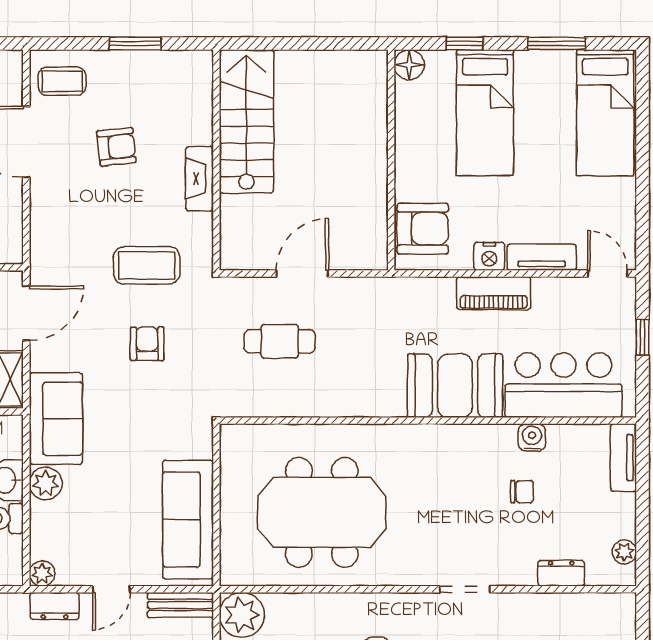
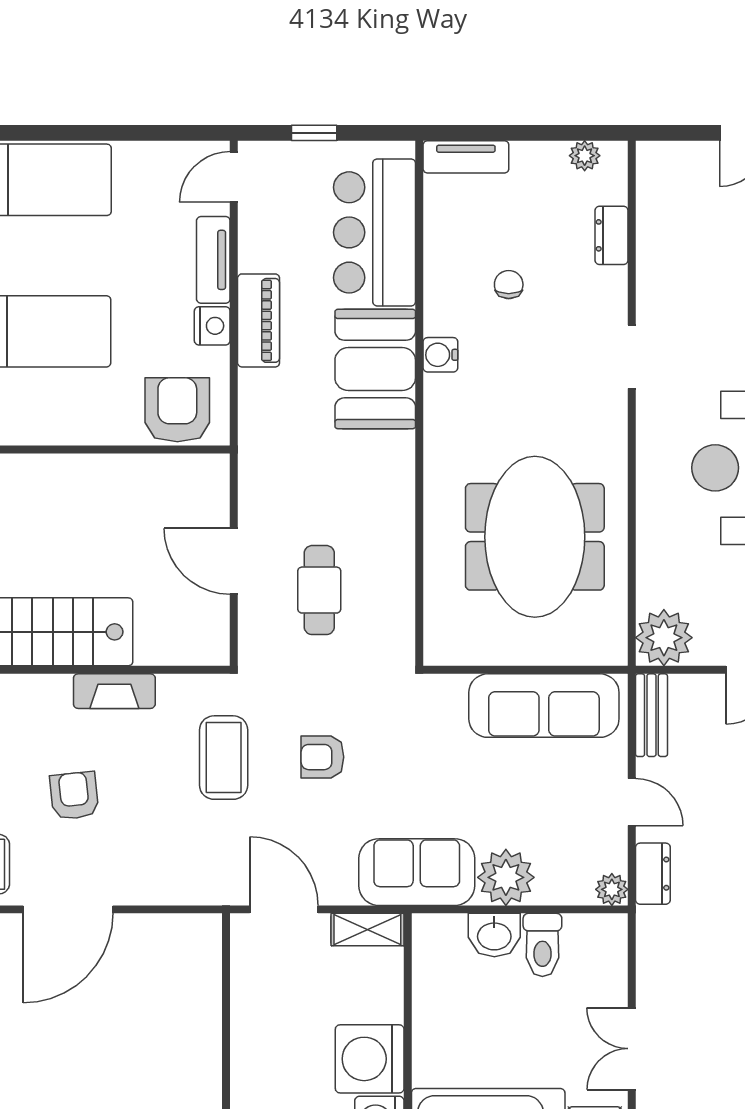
water cooler: (532, 437) -> (440, 355), moved
plant: (46, 483) -> (506, 877), width x1.36, depth x1.36

